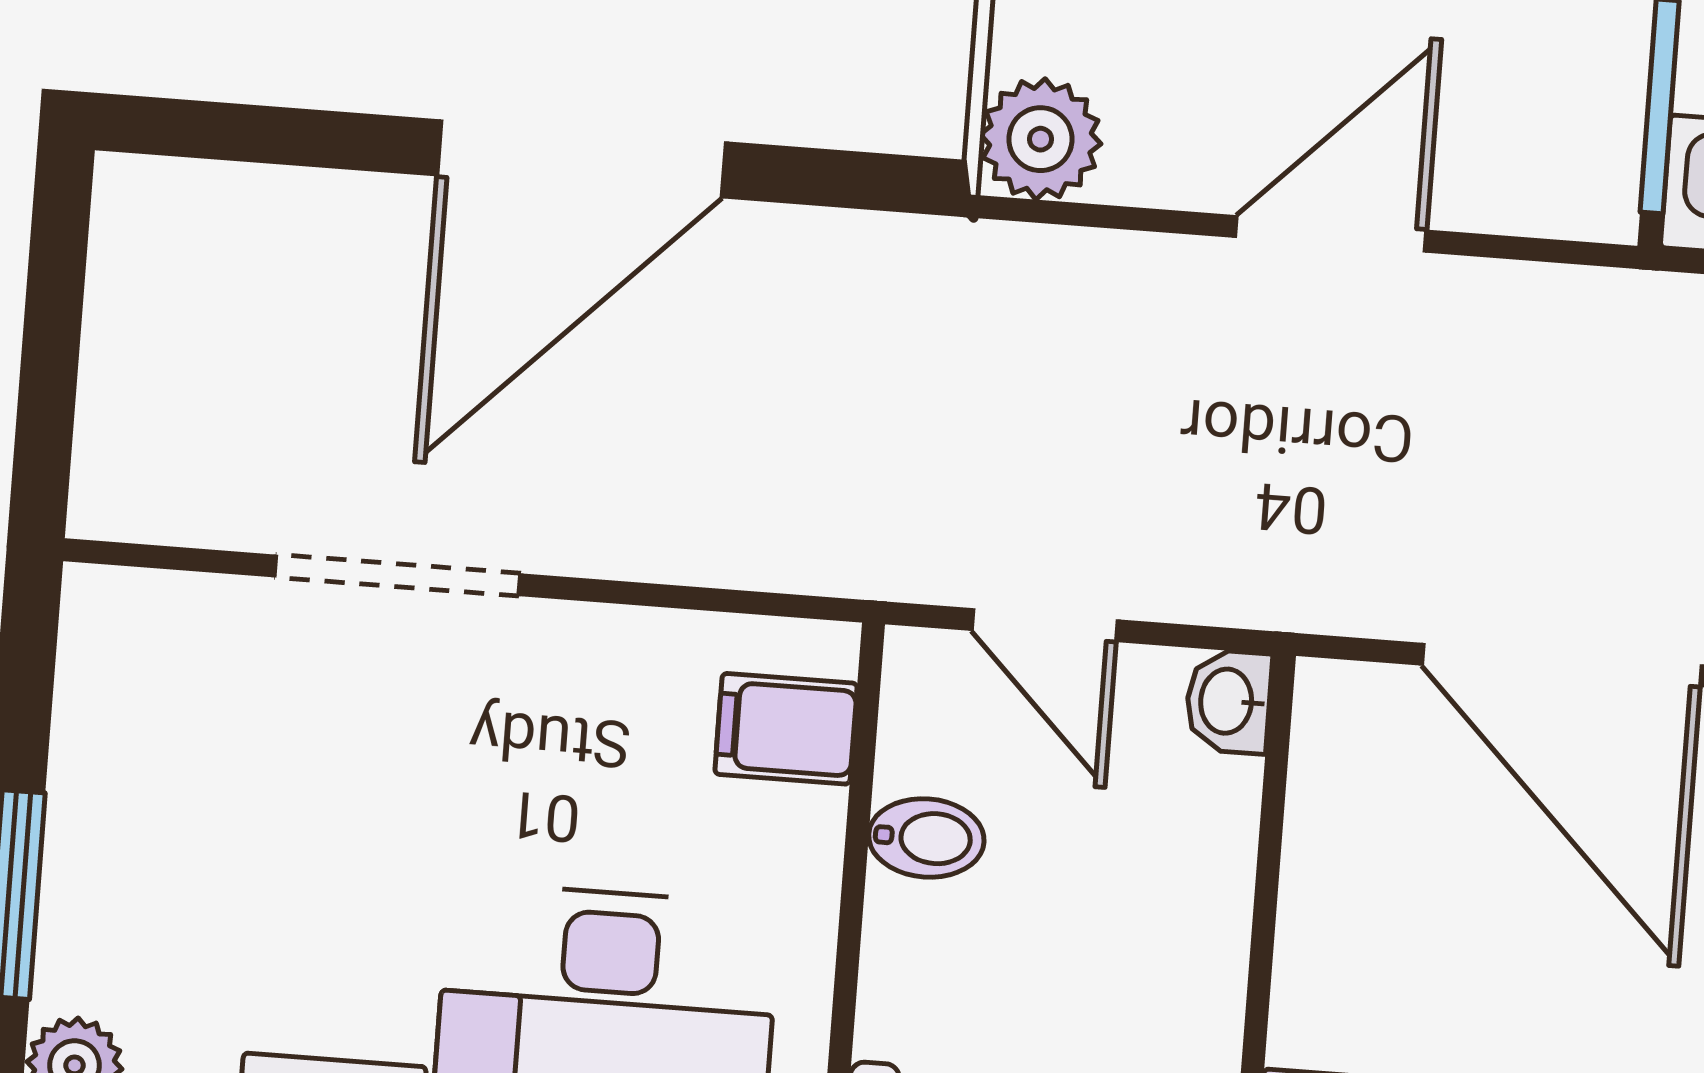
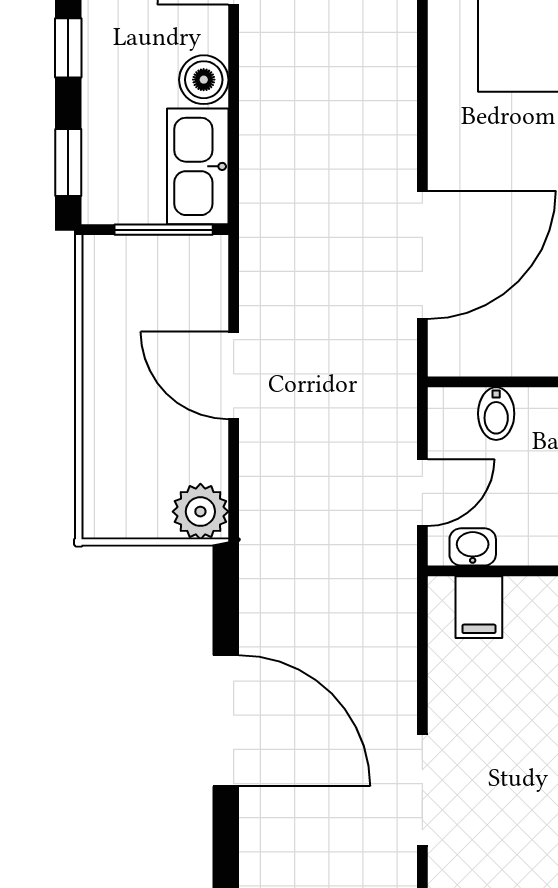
washbasin: (1229, 701) -> (473, 547), moved, turned 180
bidet: (926, 838) -> (496, 414), moved, turned 180

